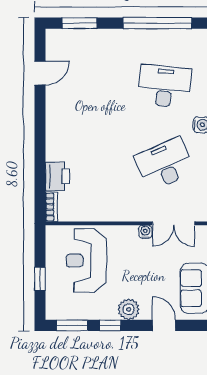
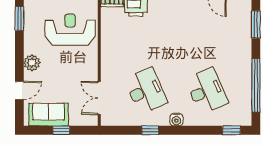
desk: (165, 86) -> (207, 91), turned -30
water cooler: (145, 232) -> (93, 76), removed
window: (110, 325) -> (19, 48), removed

